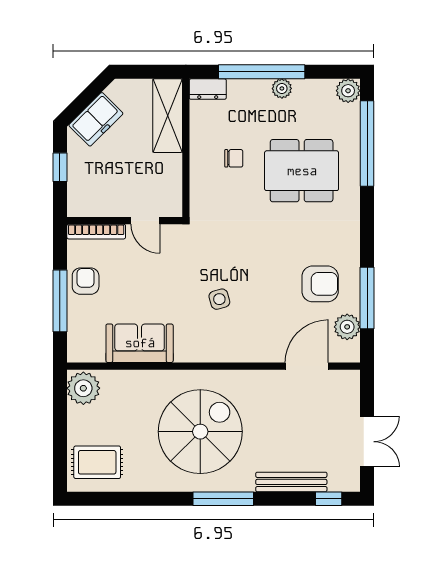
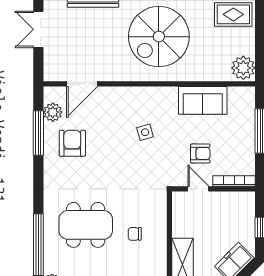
armchair: (86, 281) -> (200, 153), moved, turned -90
armchair: (320, 284) -> (72, 143), turned 90

